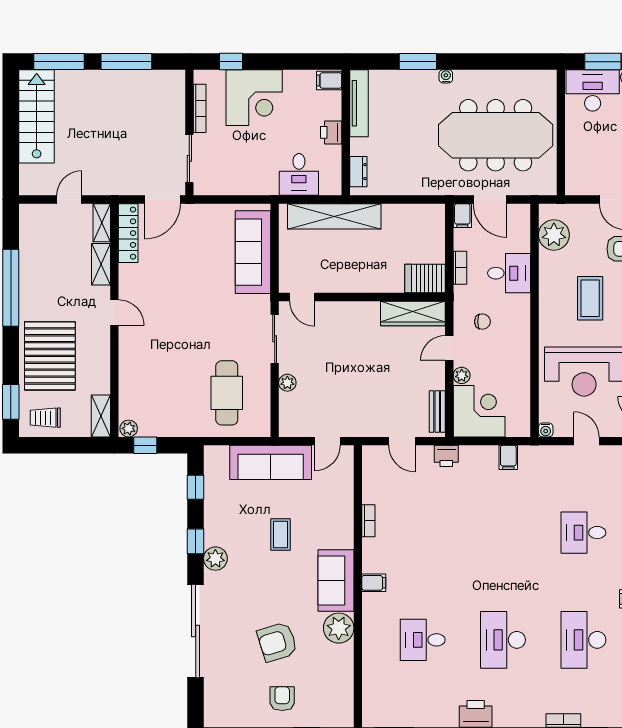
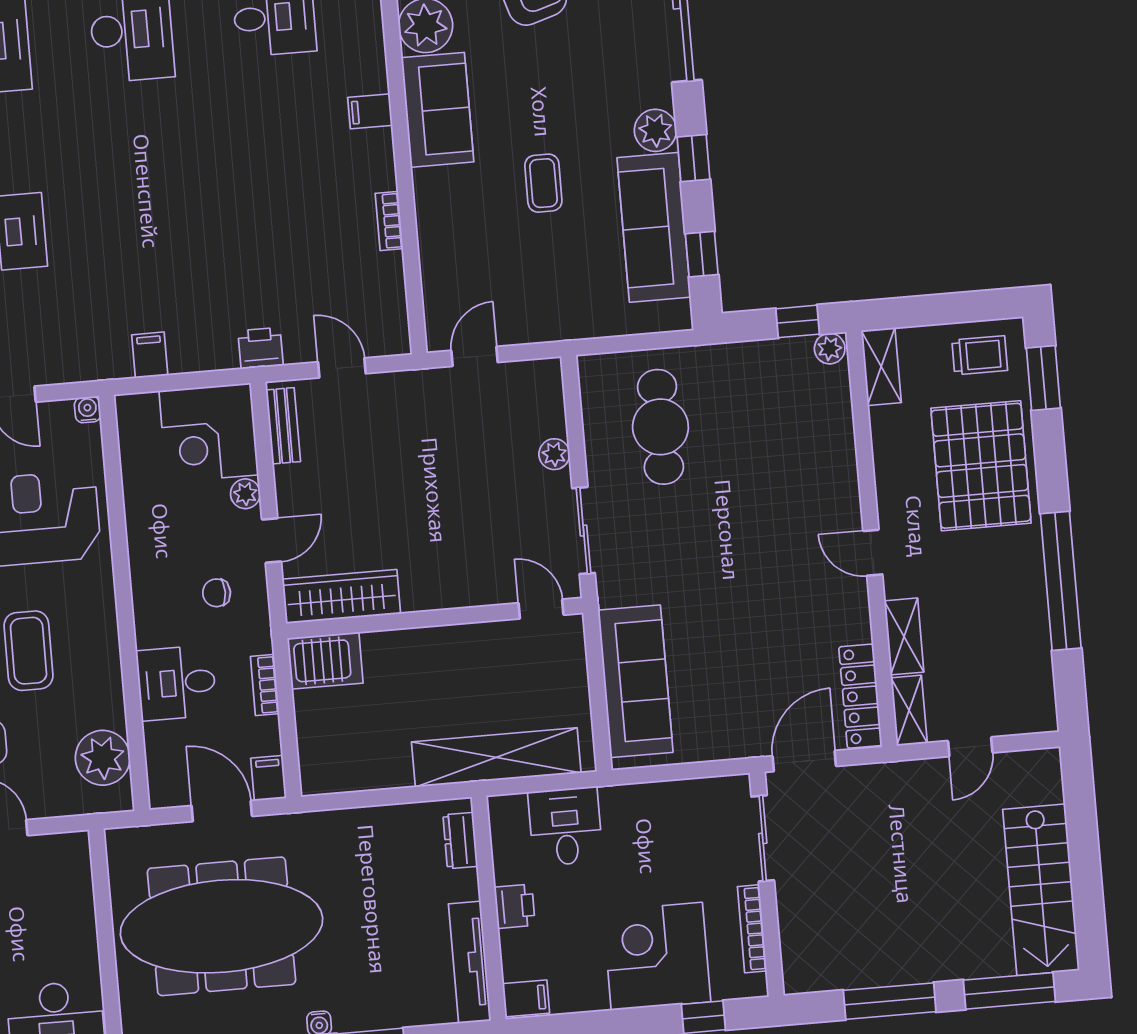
sofa: (271, 462) -> (654, 227), moved, turned -90

